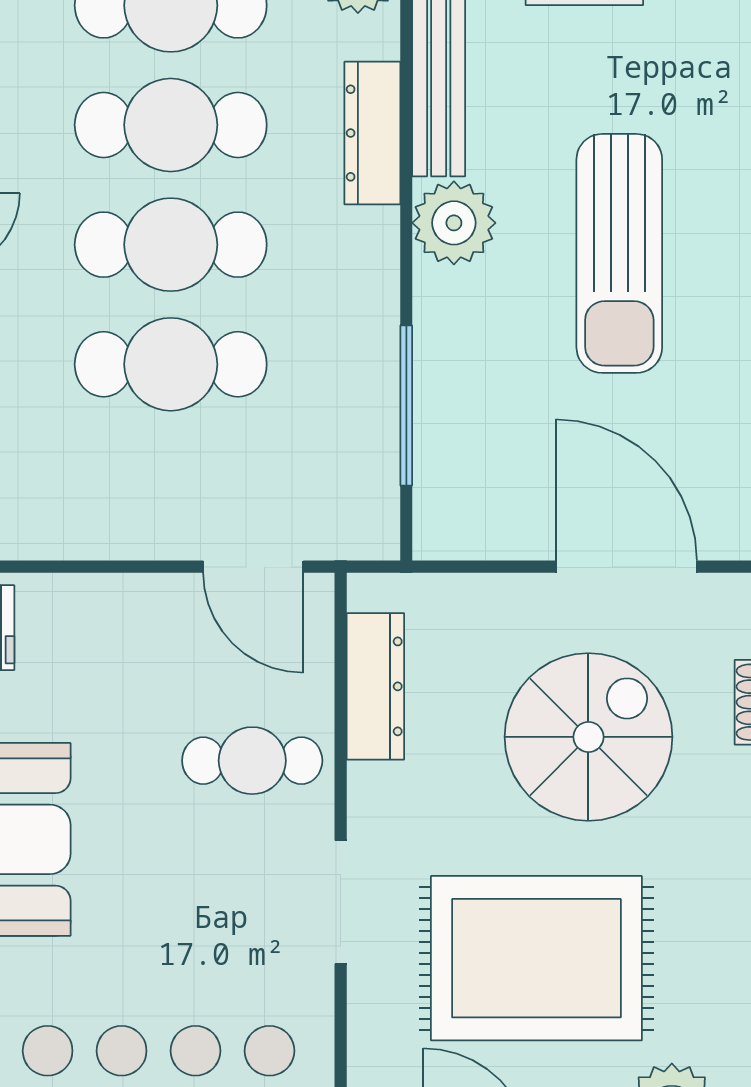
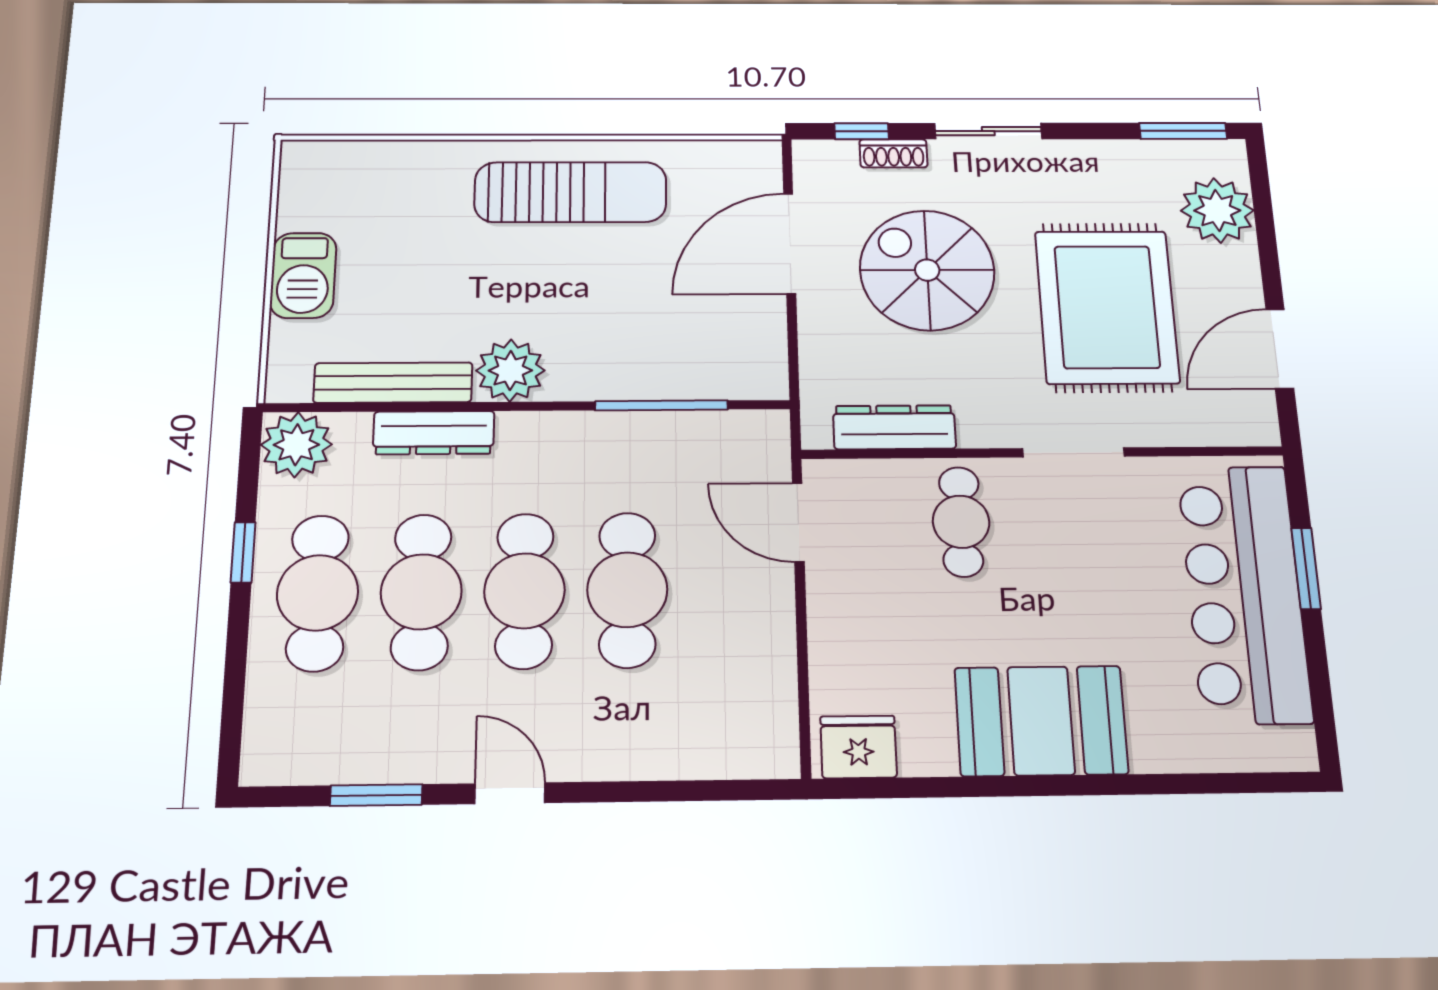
sun lounger: (619, 253) -> (571, 192), moved
door: (253, 567) -> (798, 522), swing flipped

